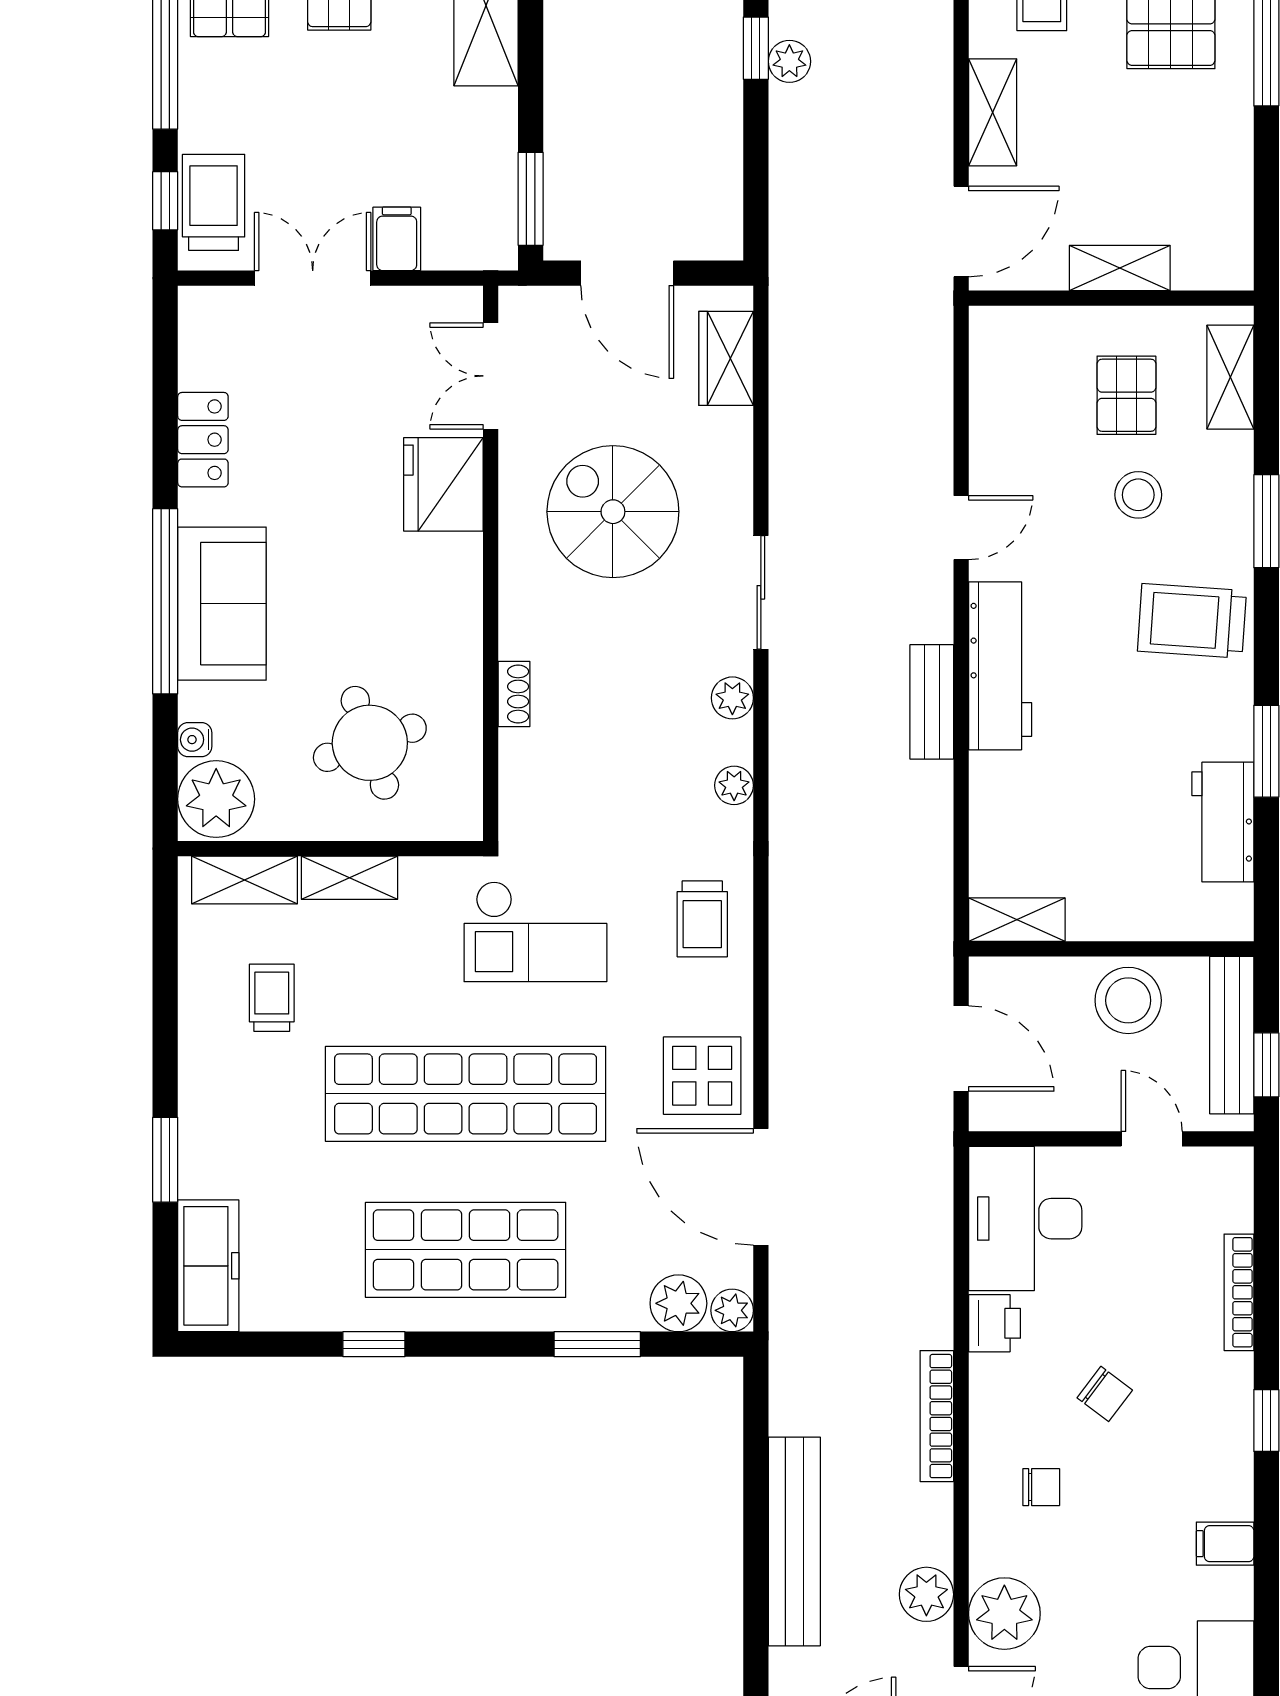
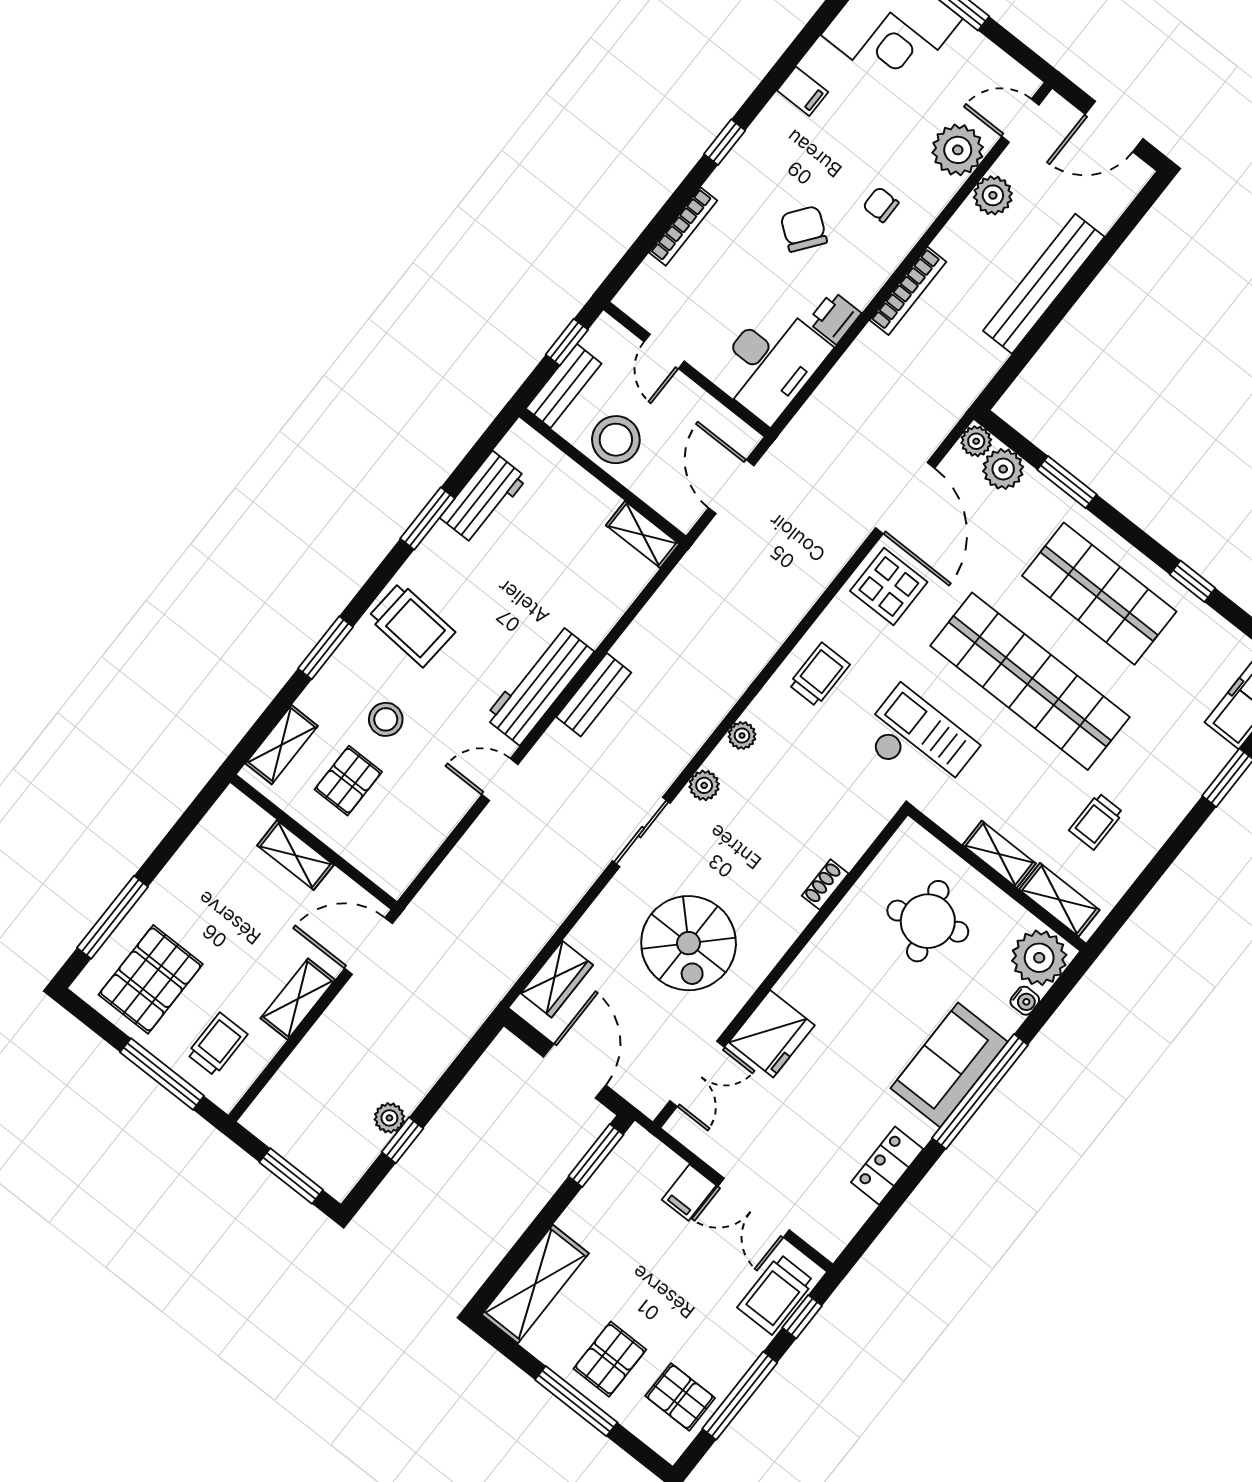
bench: (1232, 1035) -> (564, 386), width x0.73
chair: (1105, 1394) -> (804, 229), width x1.37, depth x1.37

